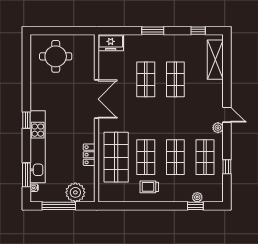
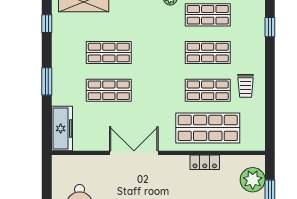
freezer: (111, 43) -> (62, 128), width x1.40
plant: (197, 197) -> (259, 25), removed

